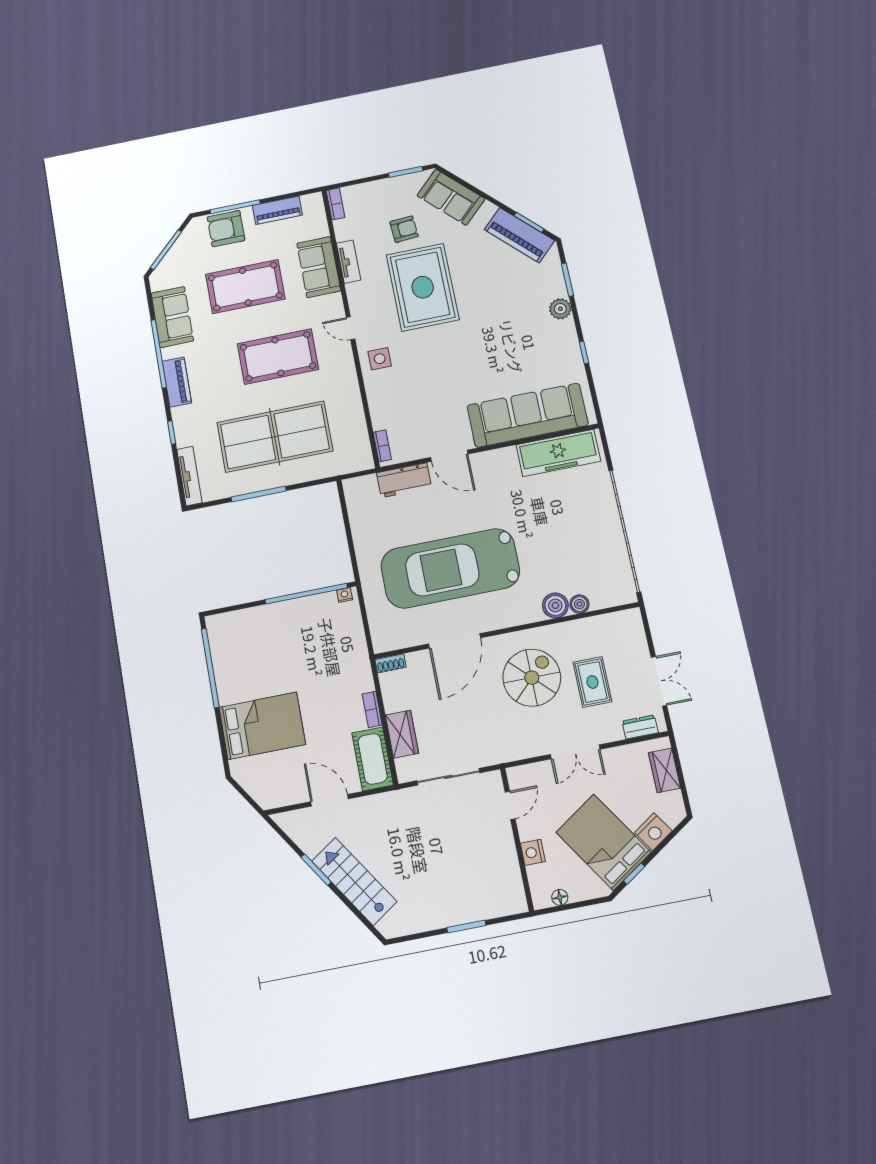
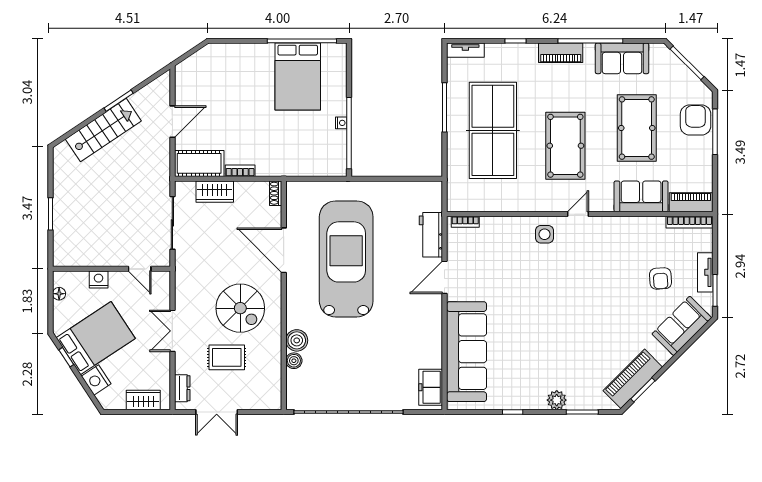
bookcase: (336, 204) -> (689, 222), width x1.56
piano: (277, 210) -> (691, 202), moved, turned 90
tv unit: (349, 262) -> (705, 272), moved, turned 90
rug: (423, 287) -> (602, 284), removed
freezer: (558, 453) -> (431, 387), width x0.52, depth x0.79
tv unit: (189, 476) -> (465, 50), width x0.71
nightstand: (345, 595) -> (341, 123), moved
bed: (262, 726) -> (298, 77), moved

